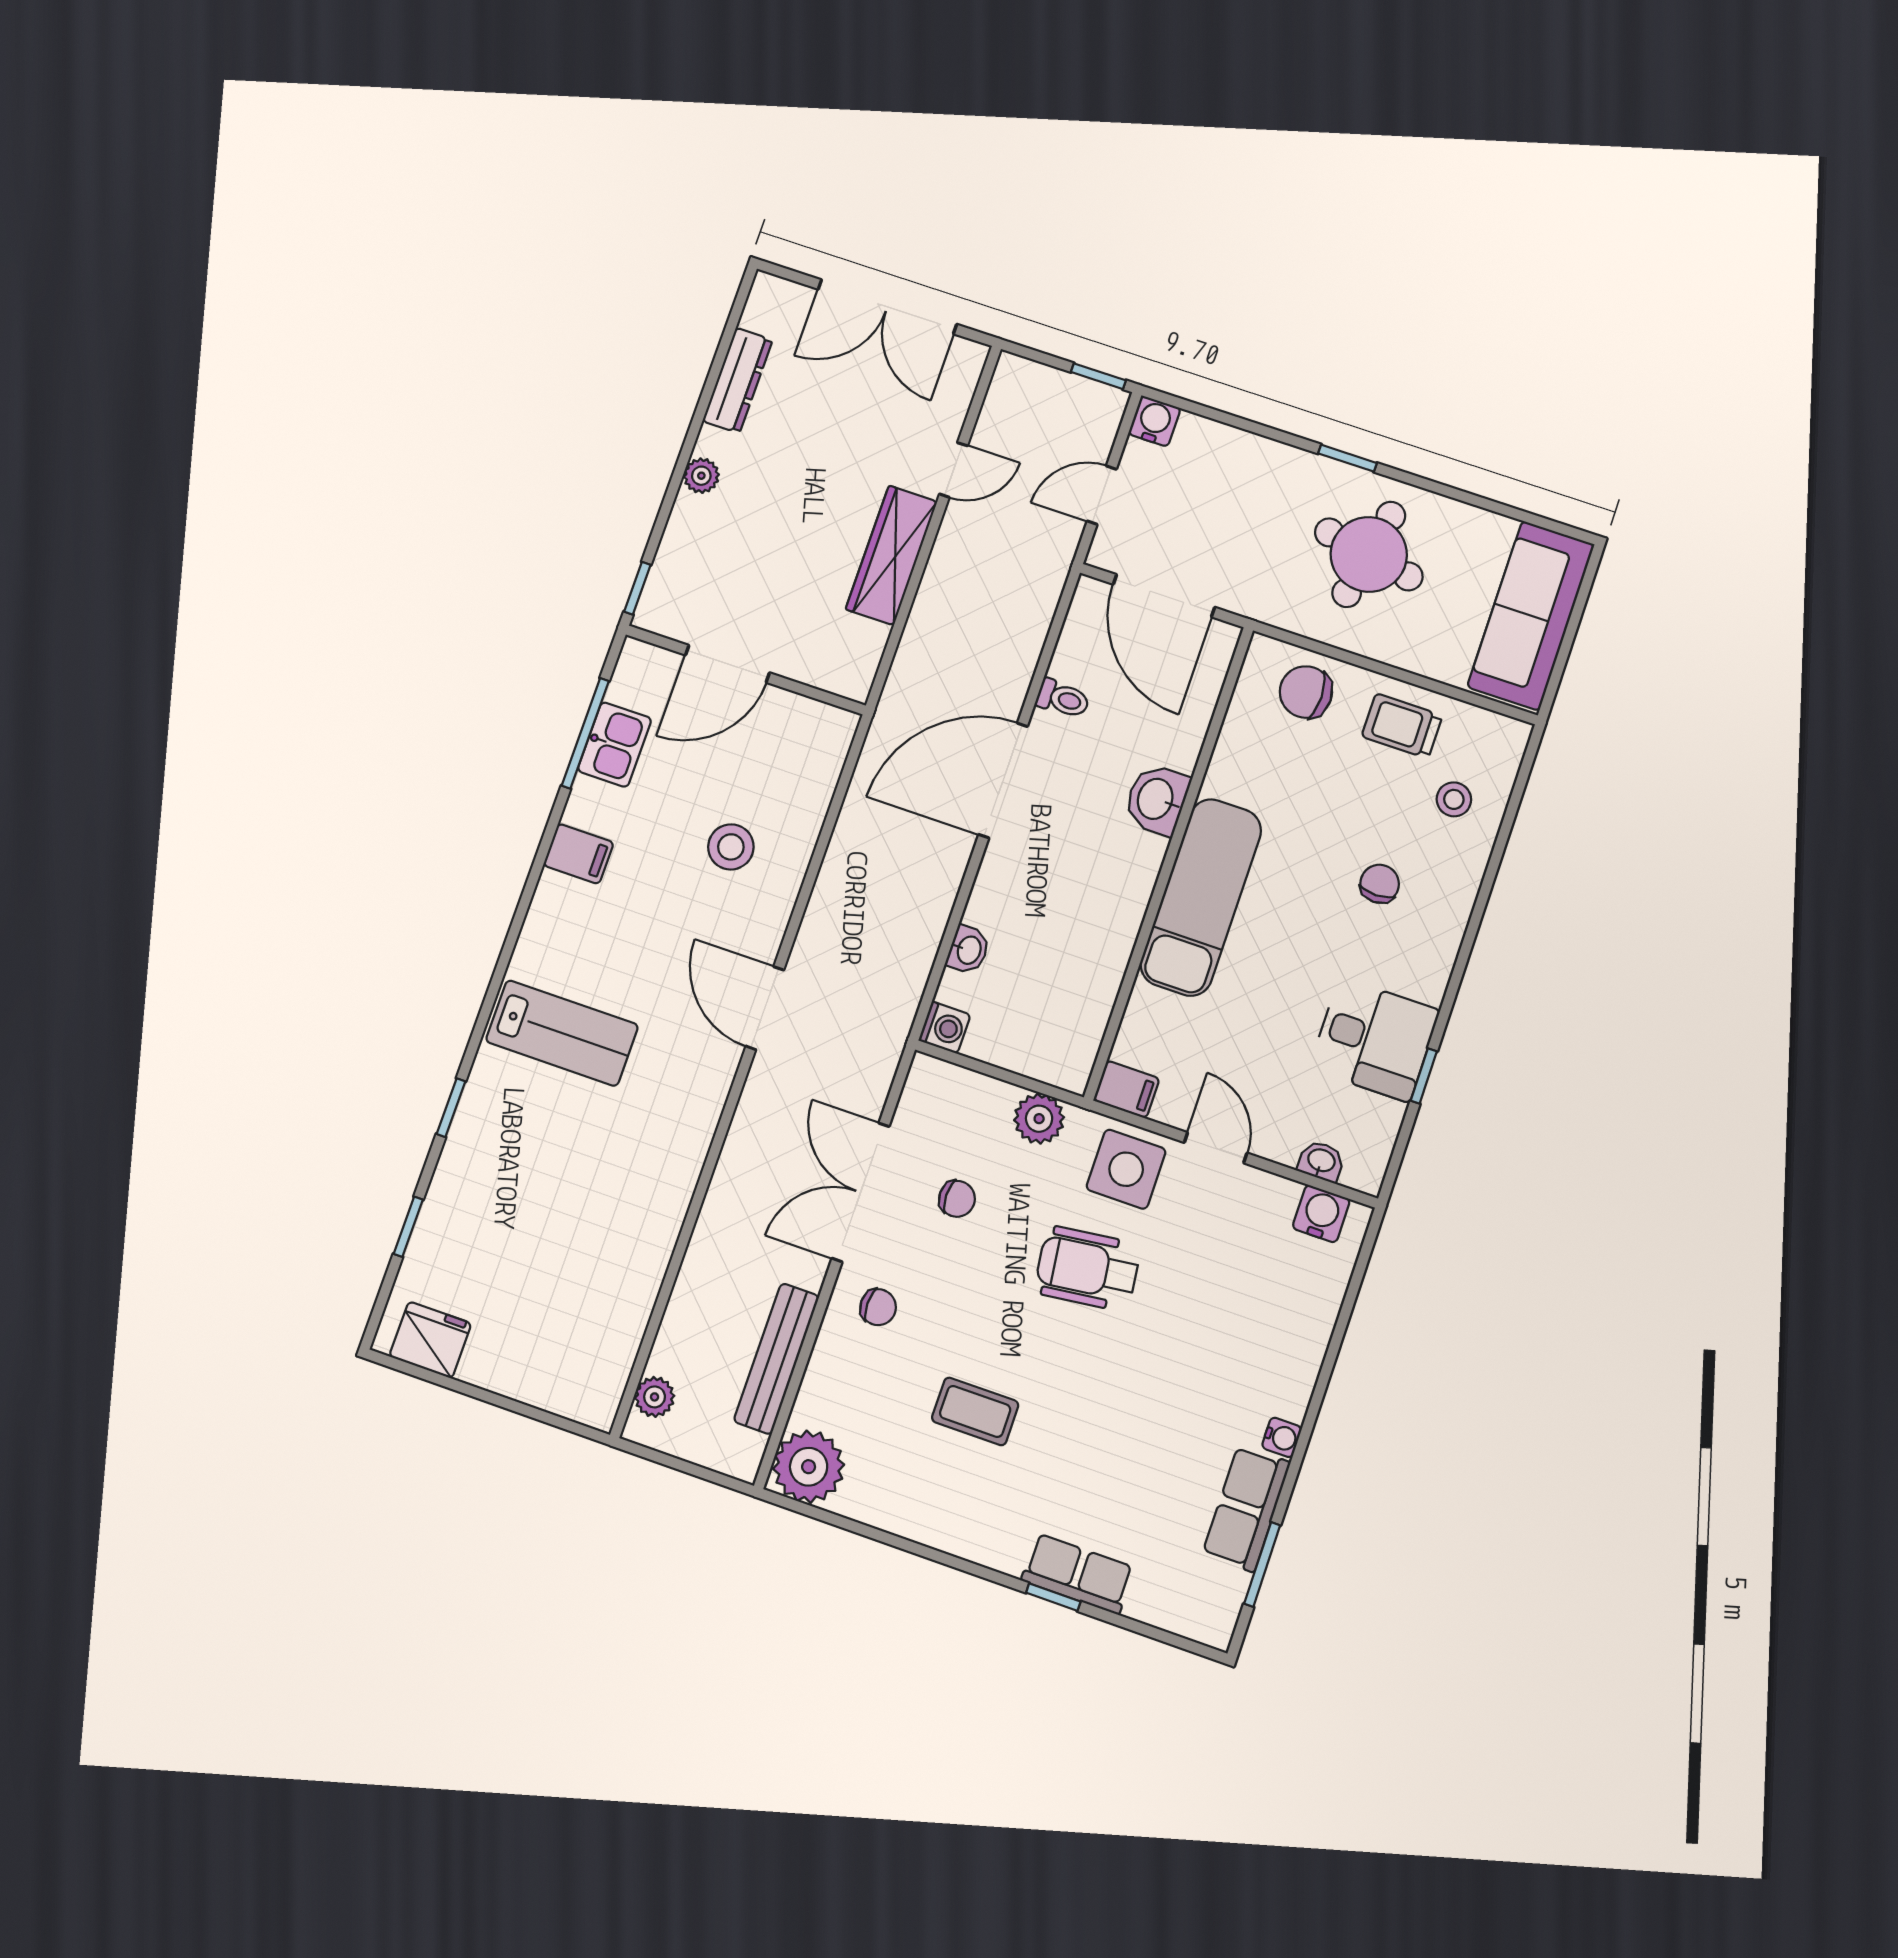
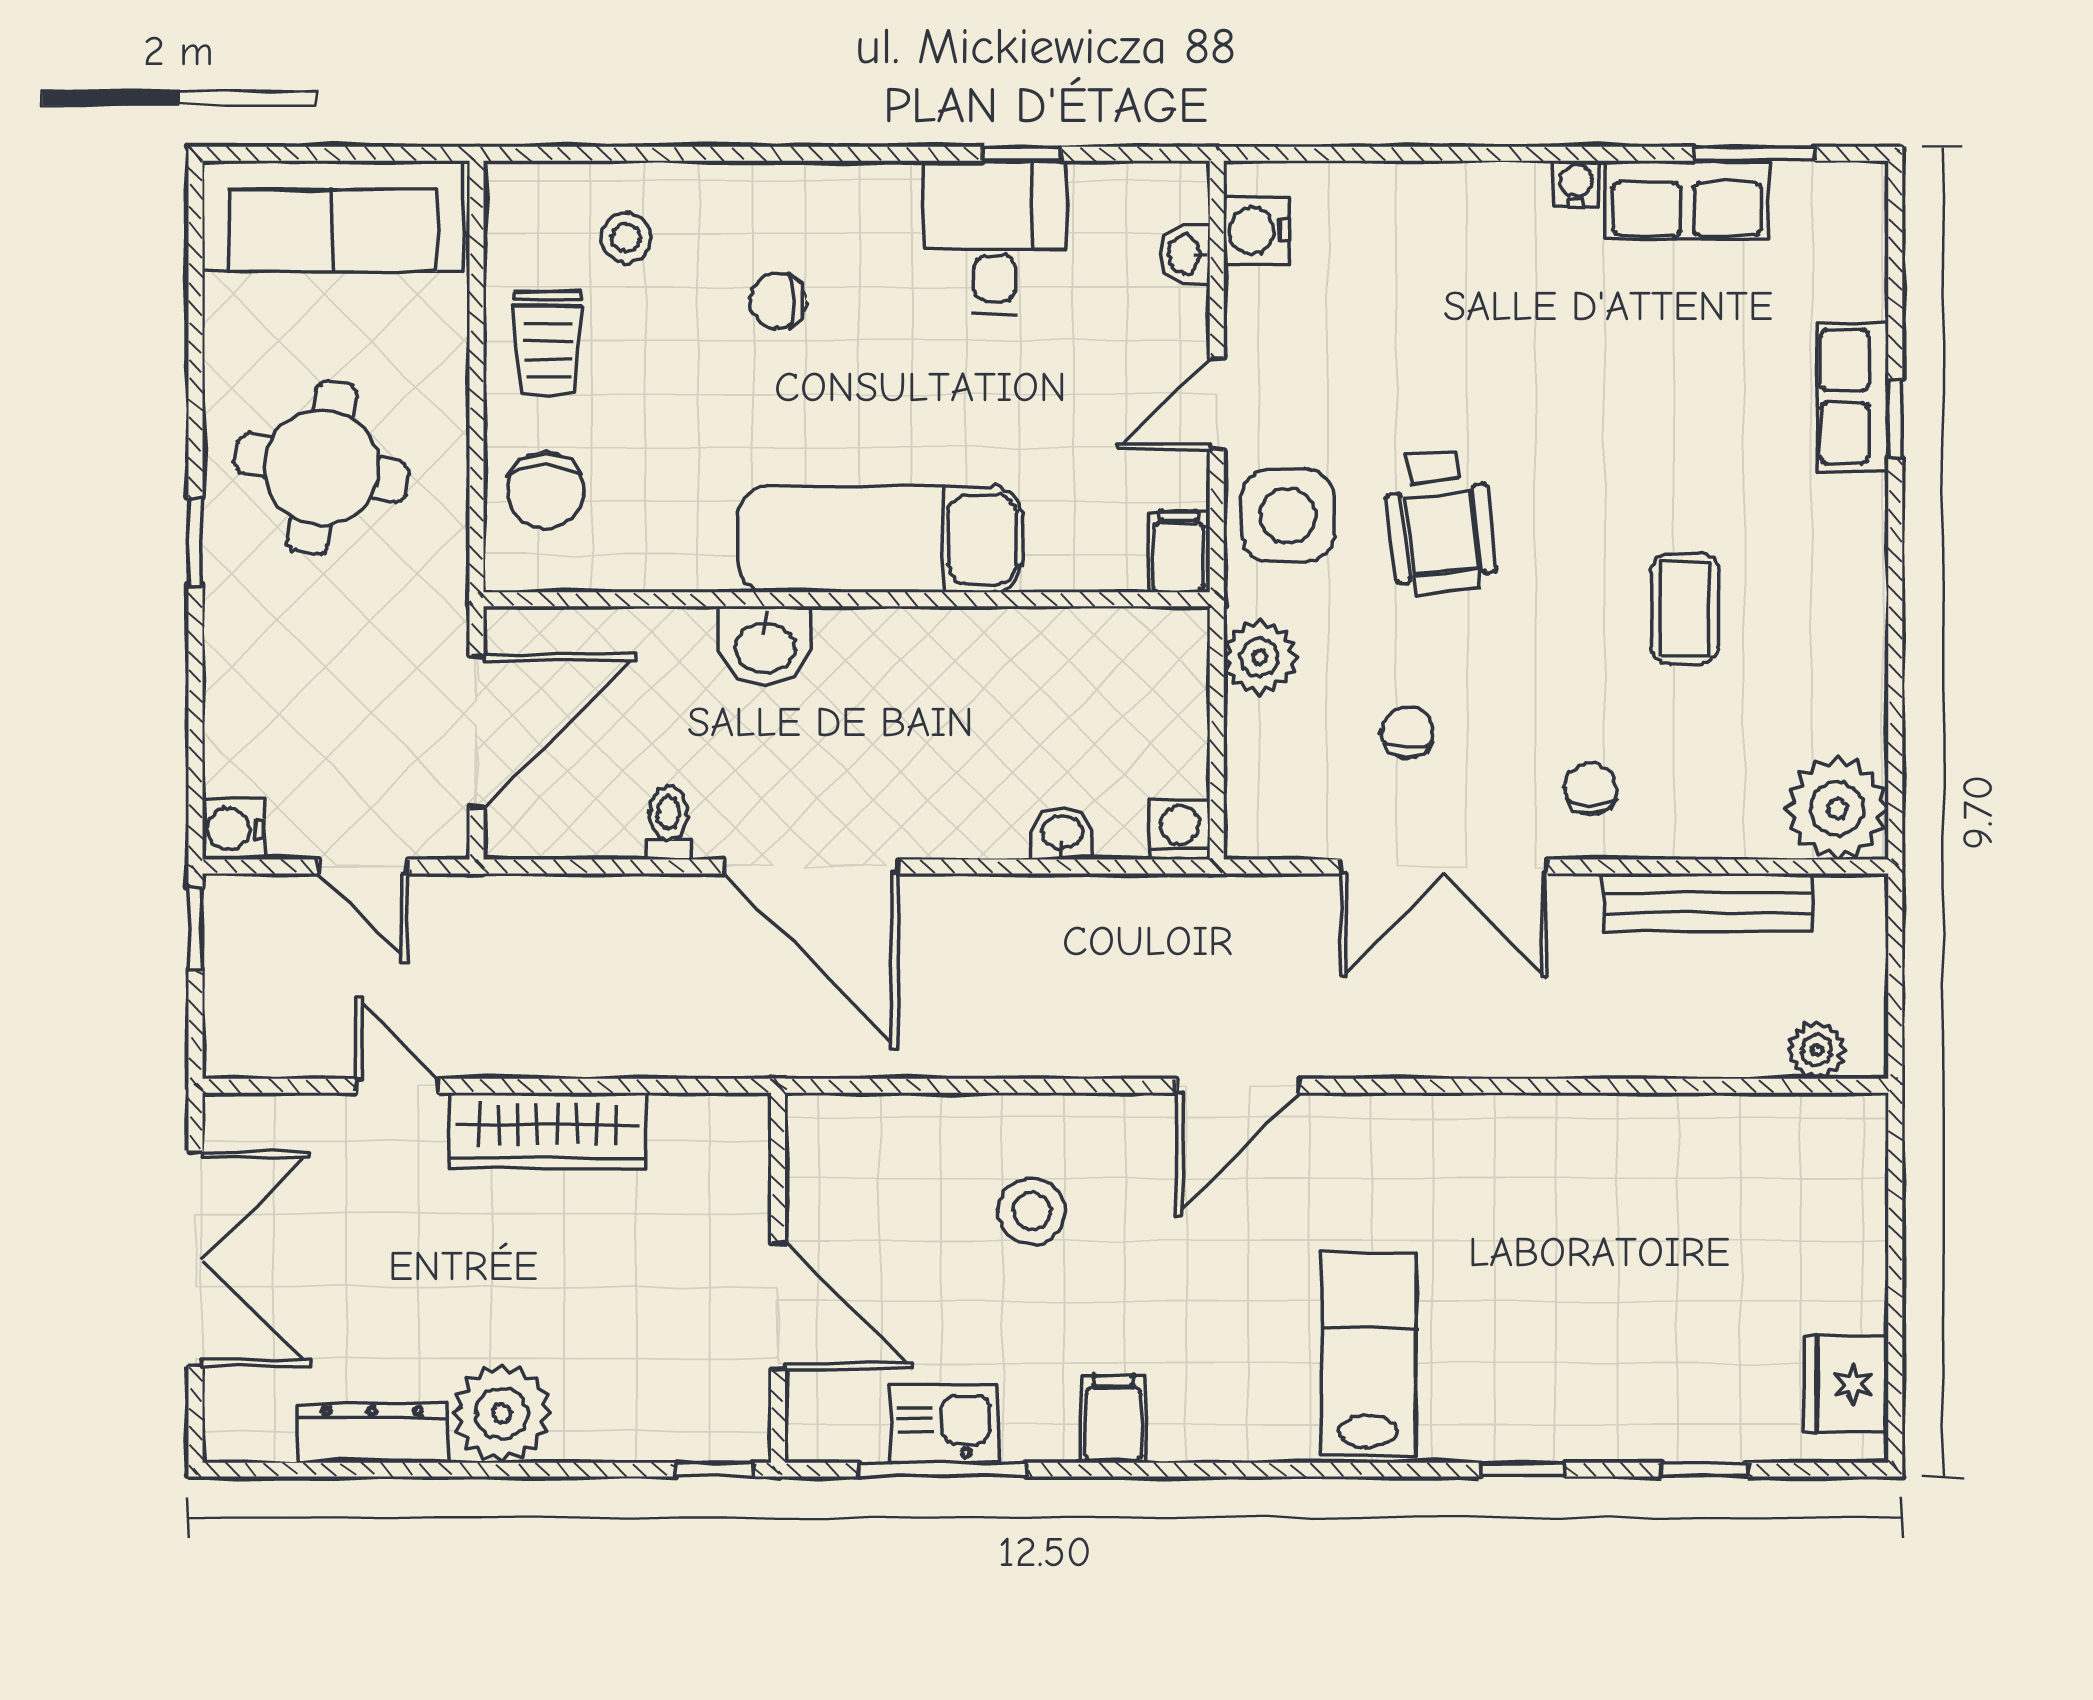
plant: (701, 476) -> (502, 1413), width x1.88, depth x1.88

